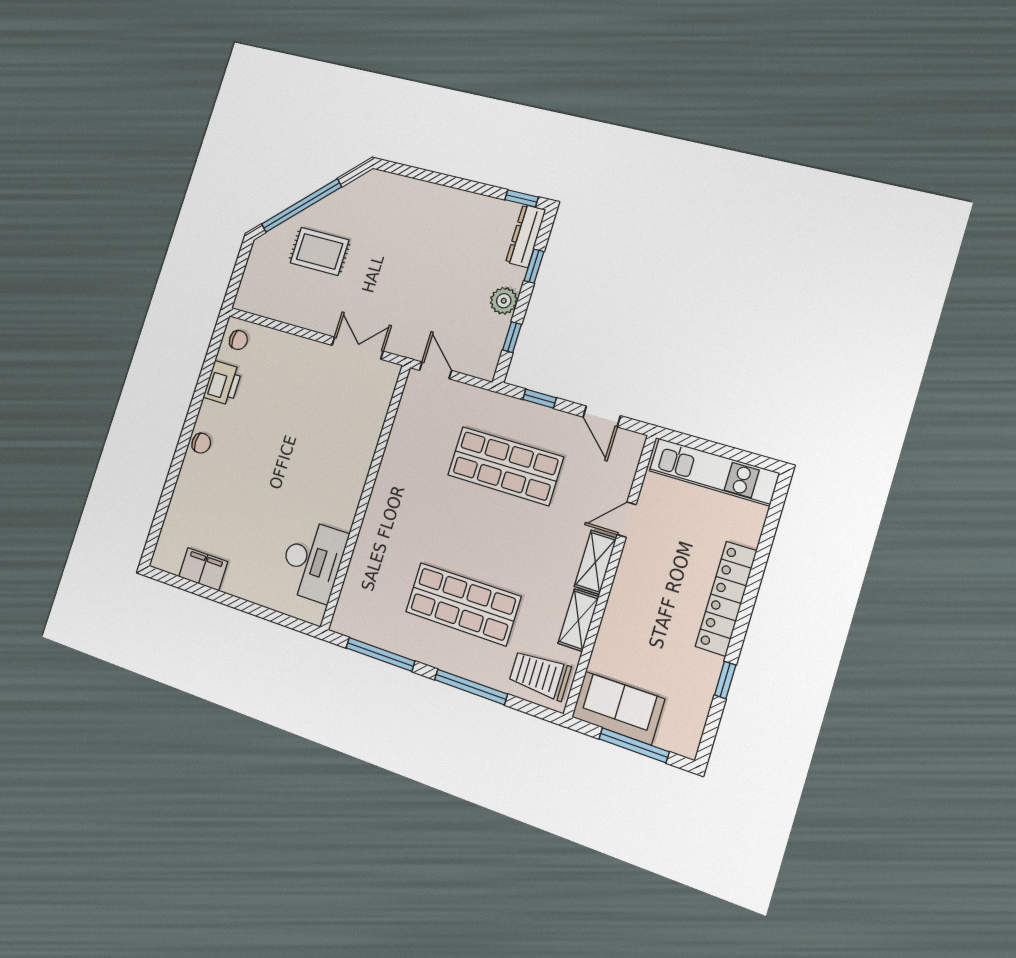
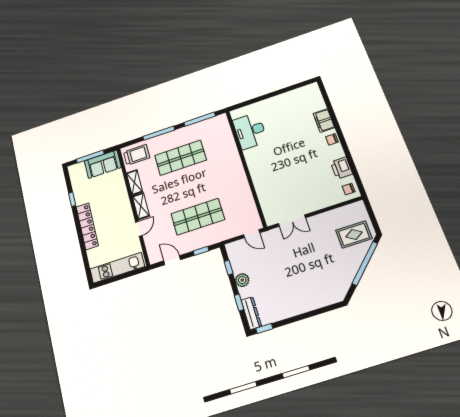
rug: (320, 251) -> (354, 234), moved
filing cabinet: (203, 569) -> (324, 120), moved, turned 90

